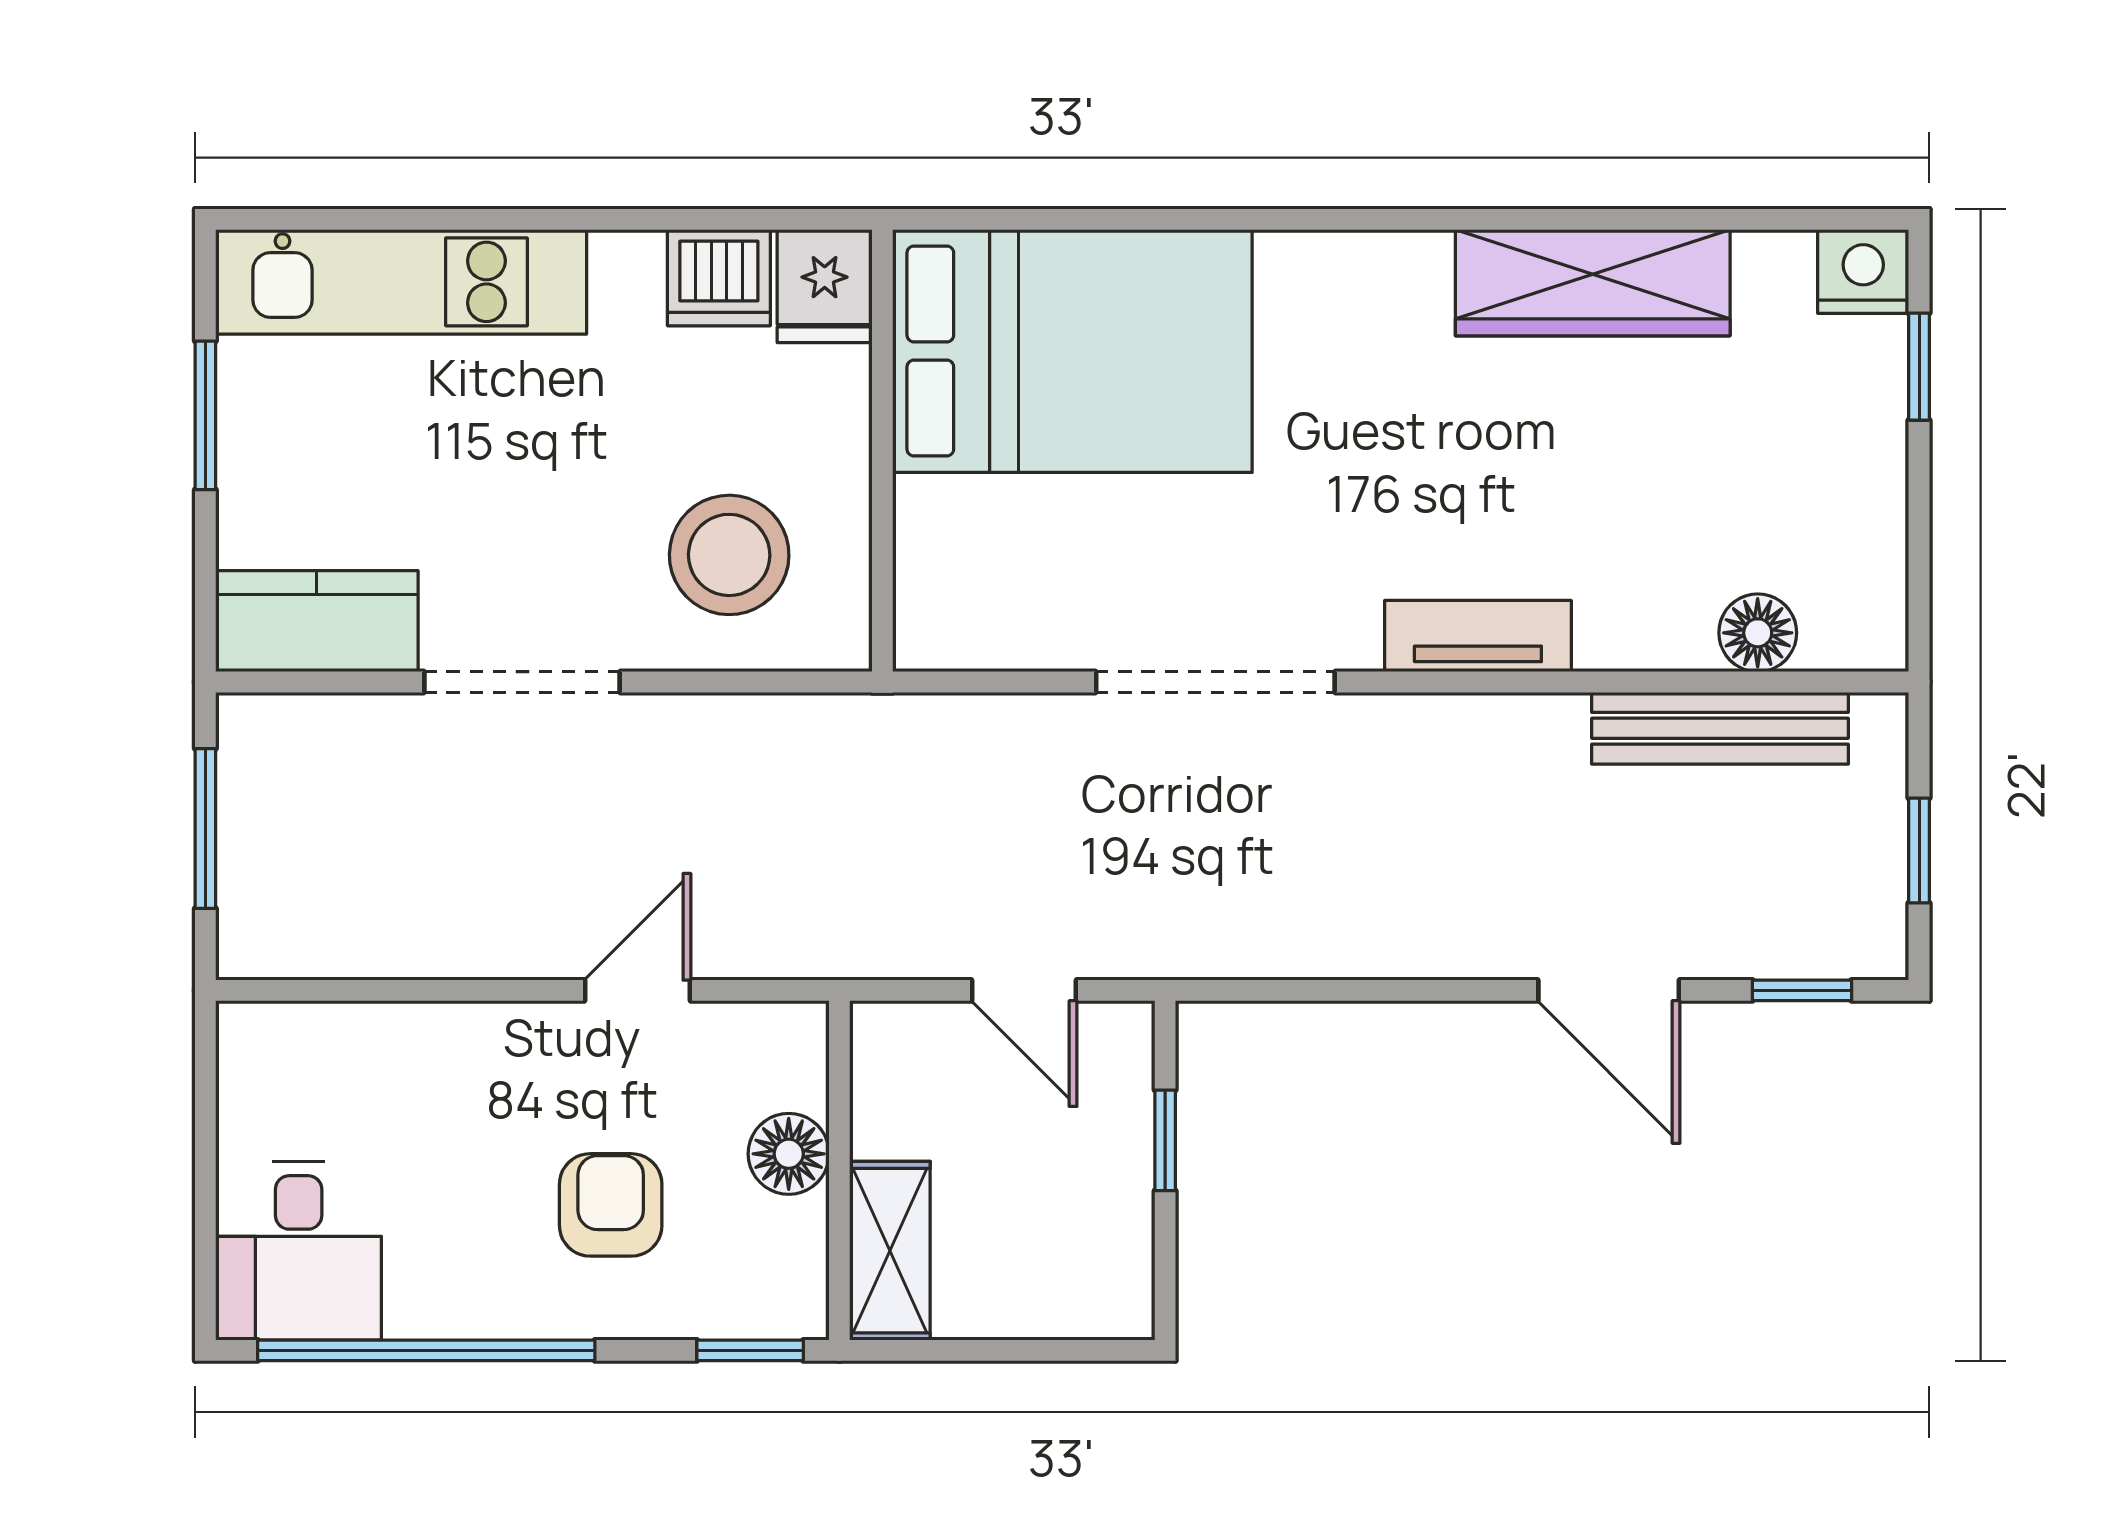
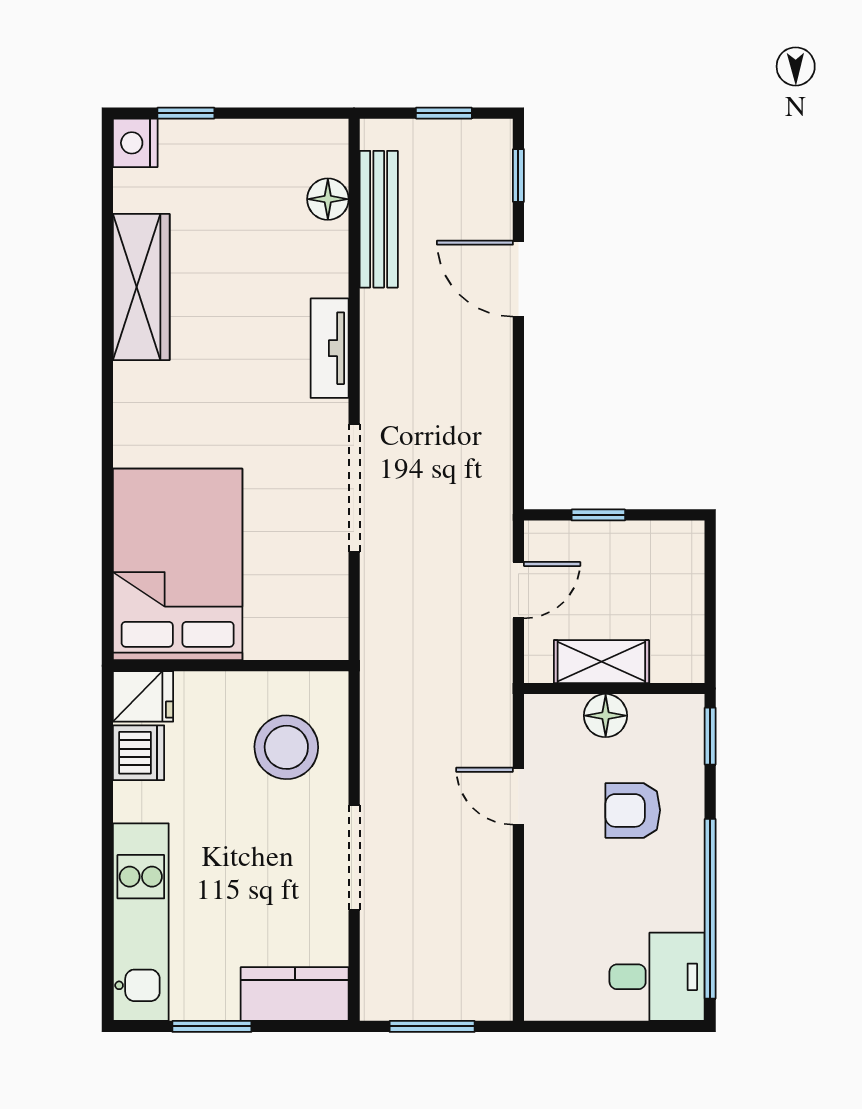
kitchen counter: (317, 621) -> (295, 994), moved, turned 90
door: (1609, 990) -> (518, 279), swing flipped
shelving: (890, 1251) -> (601, 662), moved

